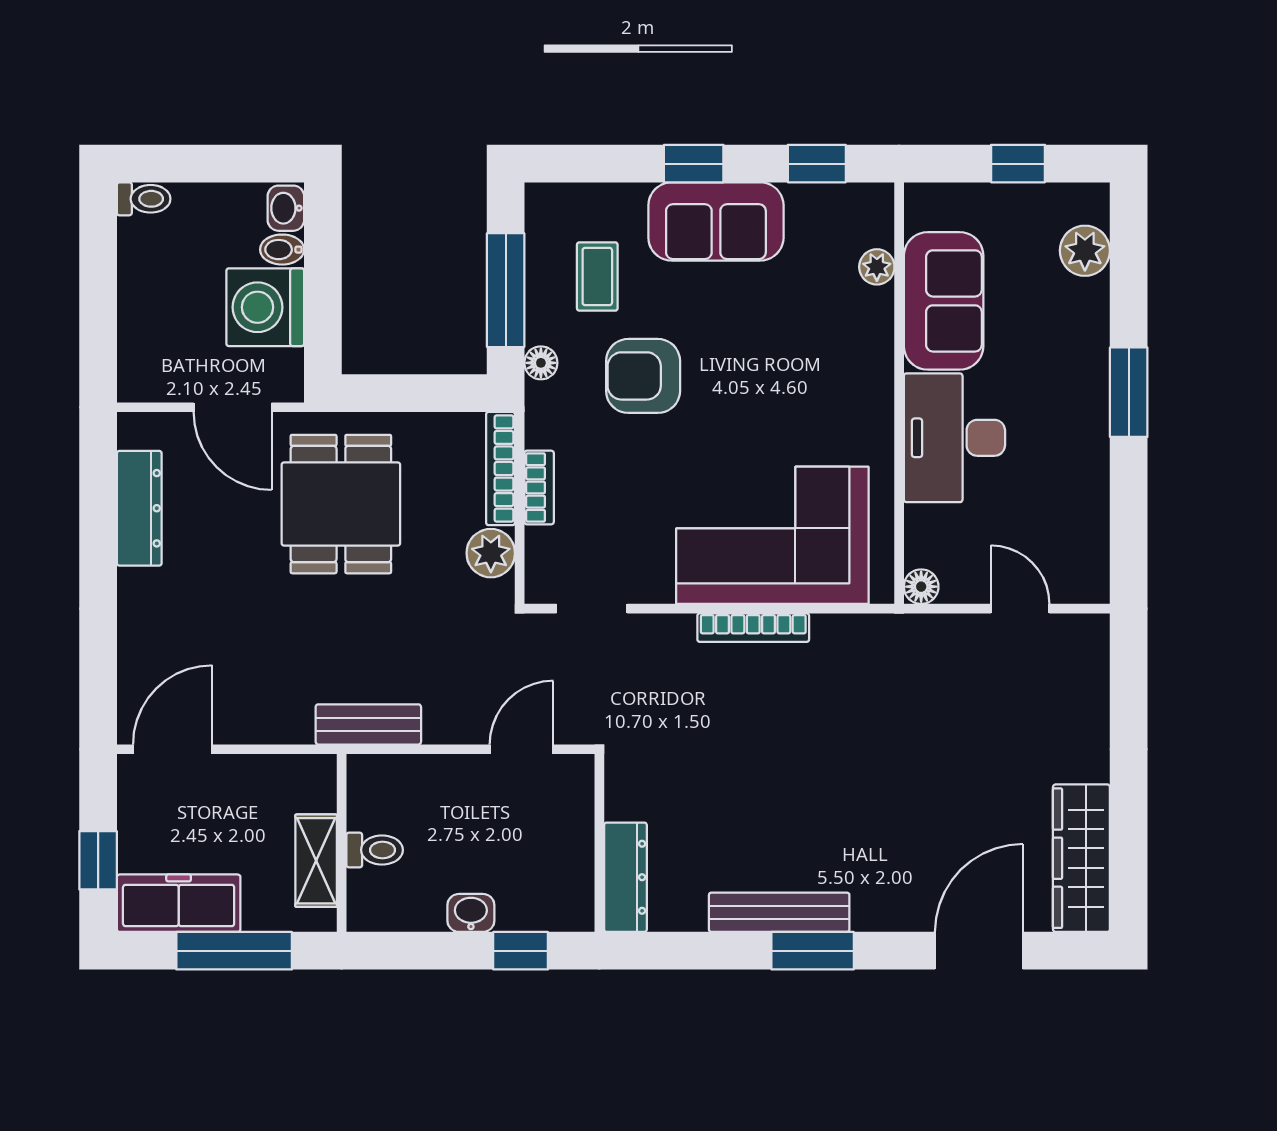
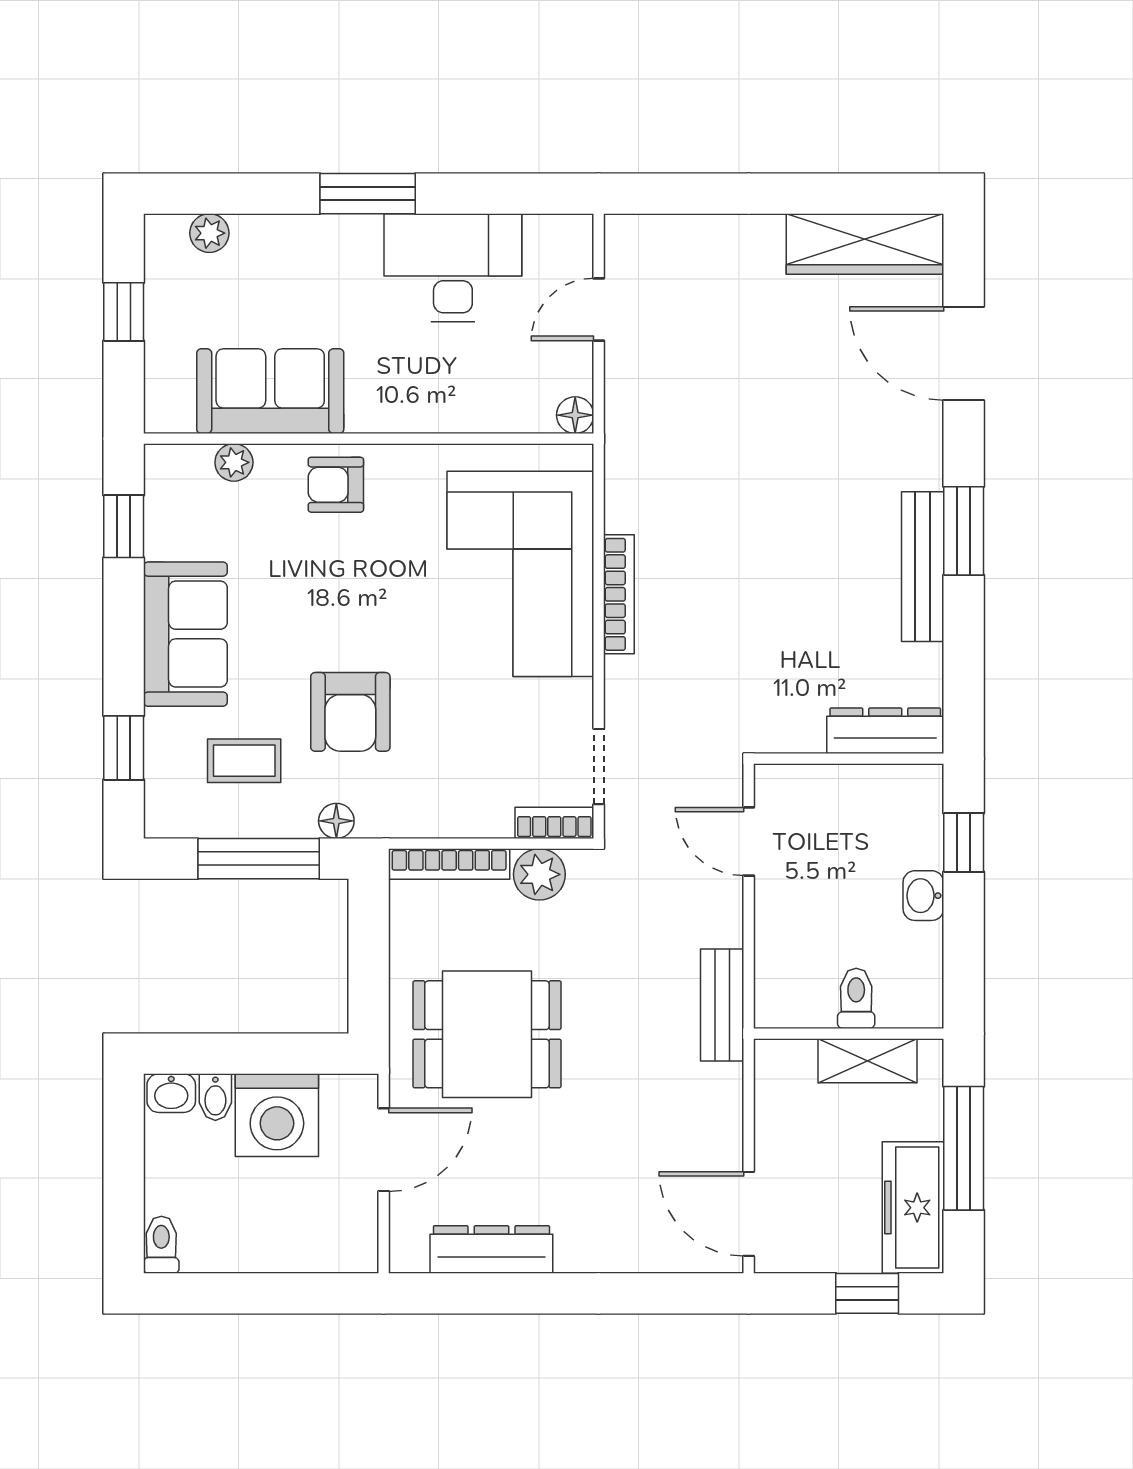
window: (694, 164) -> (124, 748), moved
plant: (1085, 251) -> (209, 233), width x0.73, depth x0.73
armchair: (856, 362) -> (336, 485), added
desk: (954, 438) -> (453, 268), moved, turned 180
bookcase: (539, 487) -> (554, 823), moved

